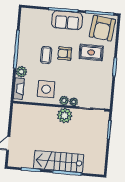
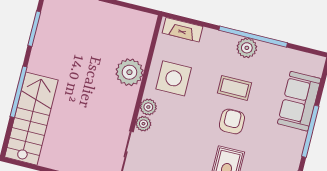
sofa: (67, 20) -> (299, 101), moved
plant: (21, 72) -> (247, 48), moved
plant: (65, 115) -> (129, 72), moved
stairs: (59, 162) -> (31, 119), moved

